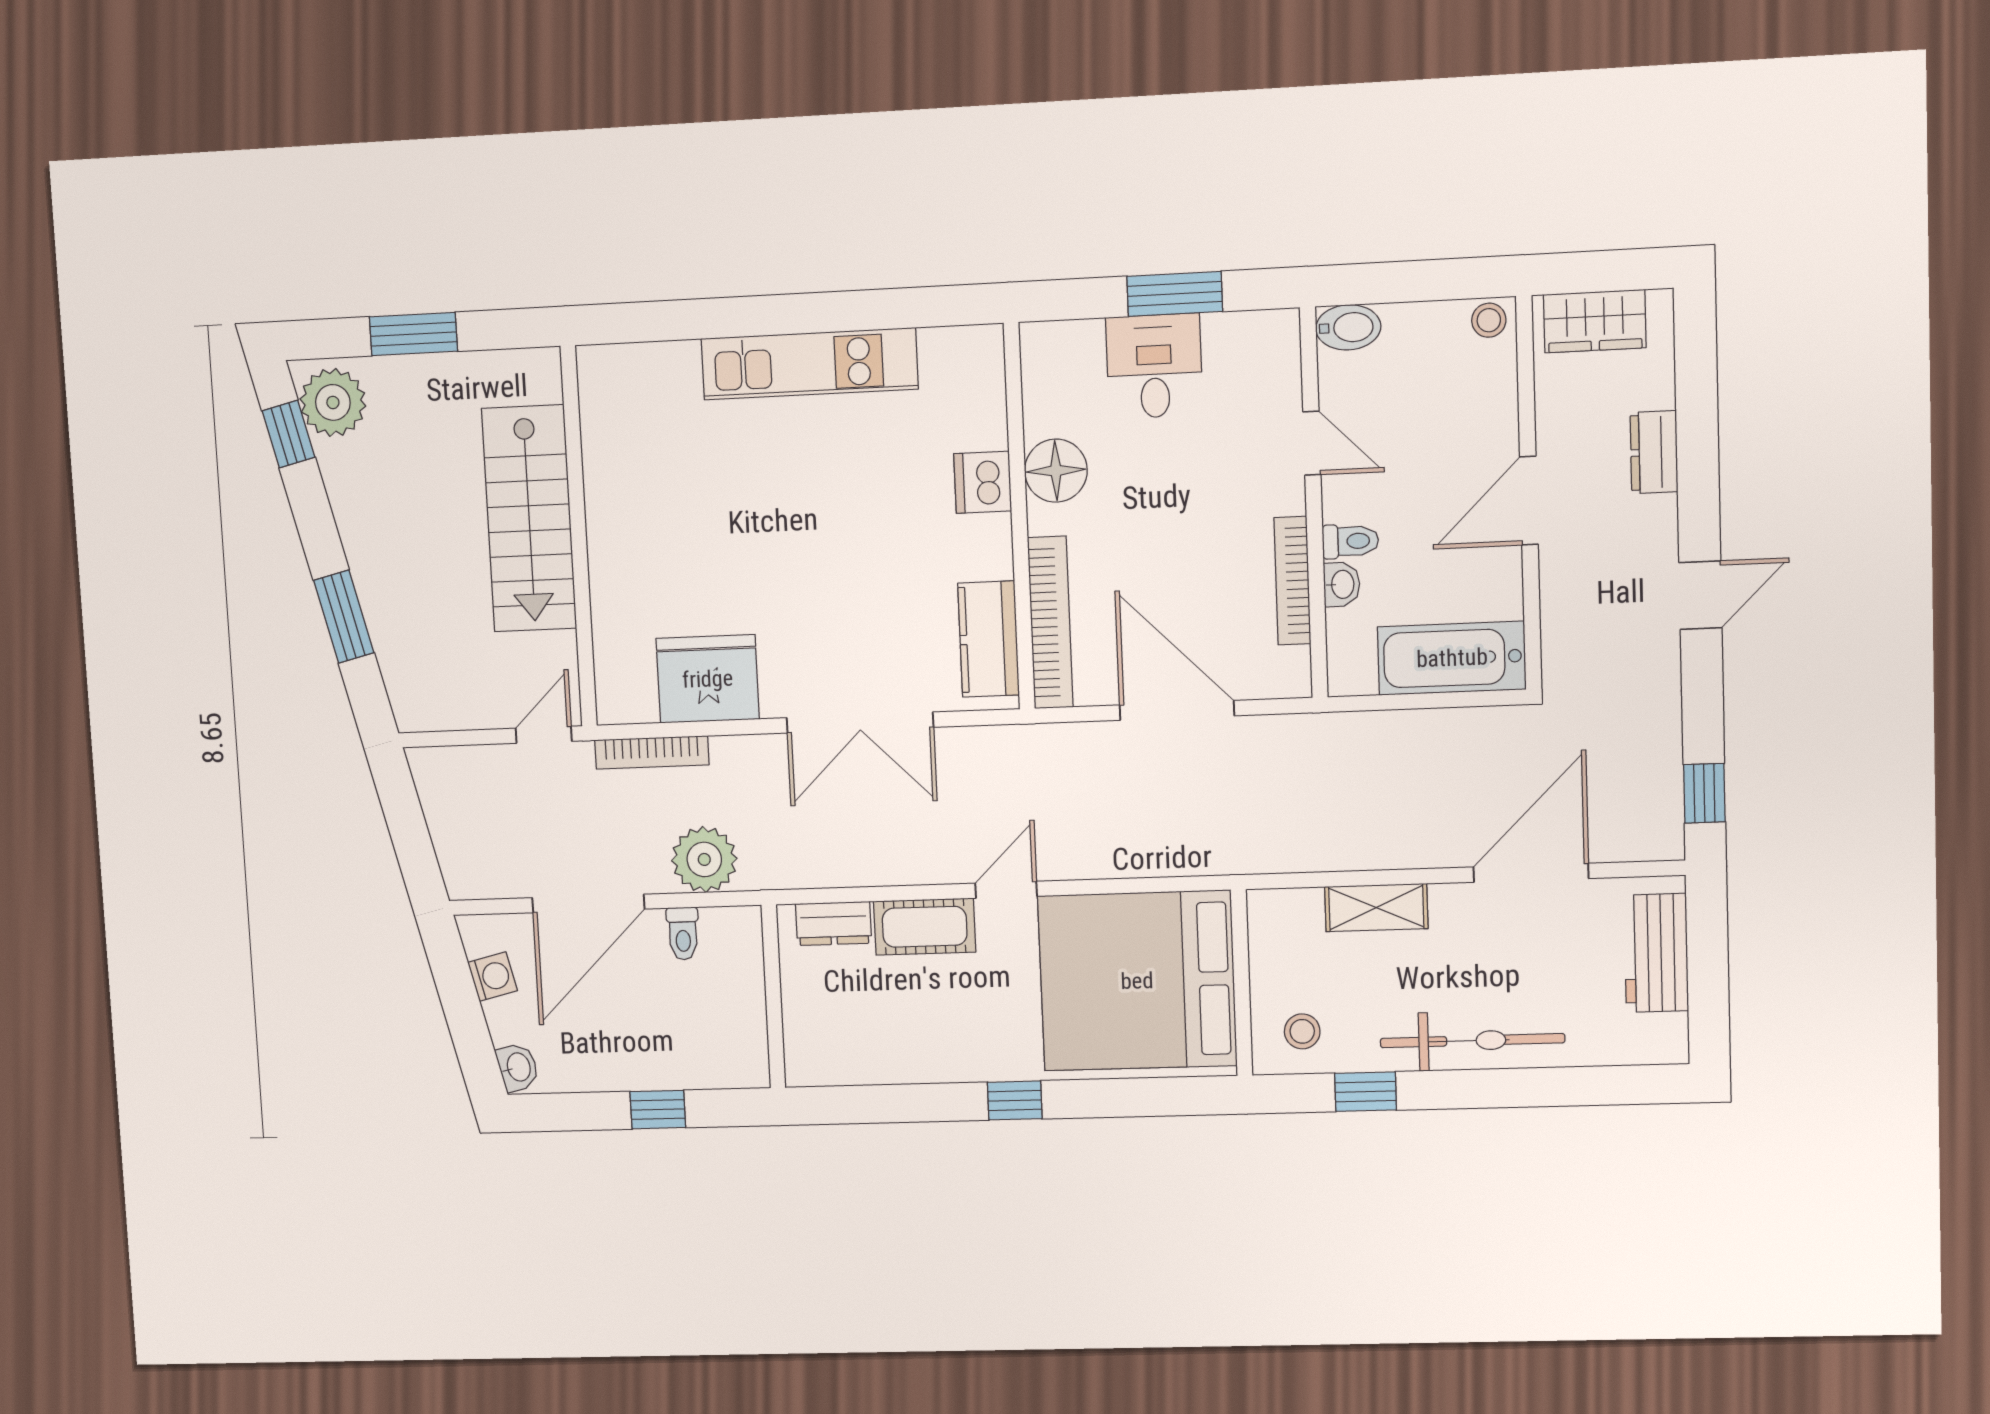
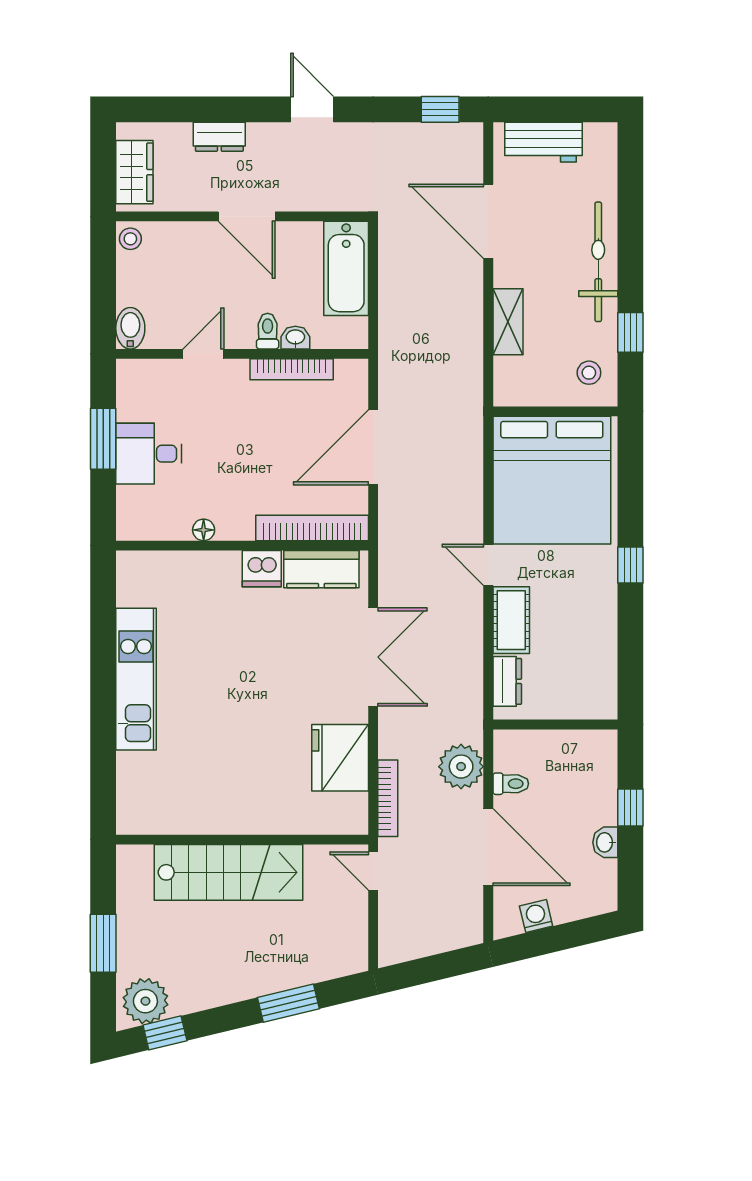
floor lamp: (1056, 471) -> (204, 530), width x0.53, depth x0.53
dishwasher: (983, 482) -> (262, 569), moved
washbasin: (518, 1067) -> (605, 842), moved, turned -76

